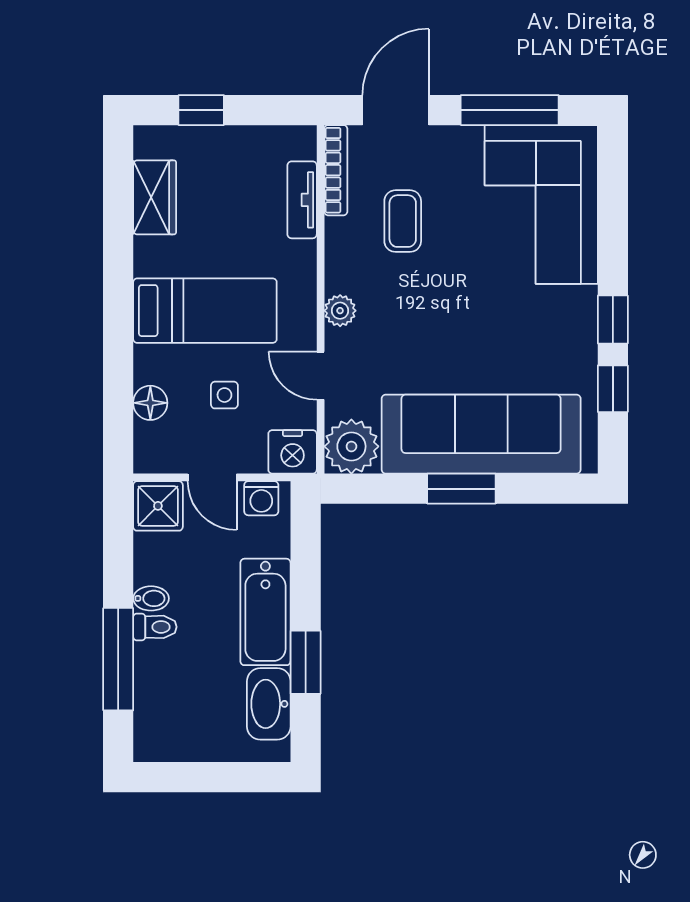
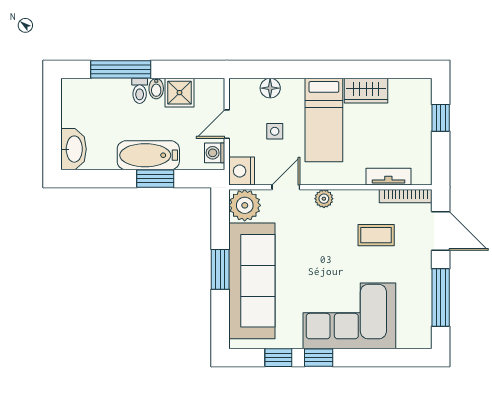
wardrobe: (155, 197) -> (366, 91), moved
corner sofa: (541, 204) -> (349, 316), moved
shower: (158, 506) -> (180, 93), moved
window: (306, 662) -> (155, 179), moved
washbasin: (269, 704) -> (74, 149), moved, turned 90

